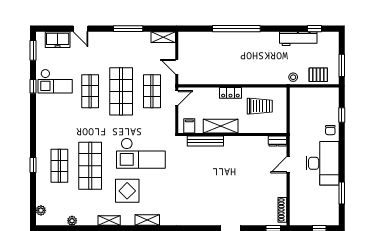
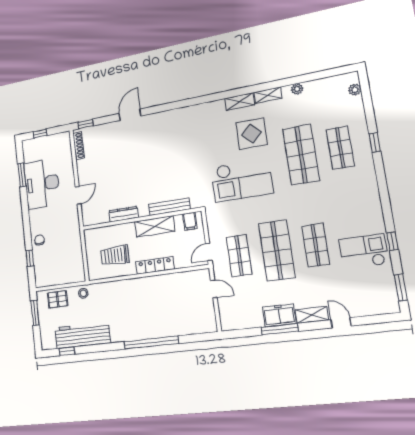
shelving: (163, 37) -> (312, 315), moved
workbench: (298, 39) -> (82, 335), width x1.36, depth x1.32
freezer: (58, 40) -> (279, 315), moved
locker: (230, 93) -> (155, 265), width x1.53
dresser: (277, 141) -> (124, 214), moved, width x1.44
checkout: (141, 153) -> (242, 180), turned 180
desk: (322, 163) -> (42, 184), moved
shelving: (147, 220) -> (239, 102), moved
plant: (72, 221) -> (297, 89), moved

